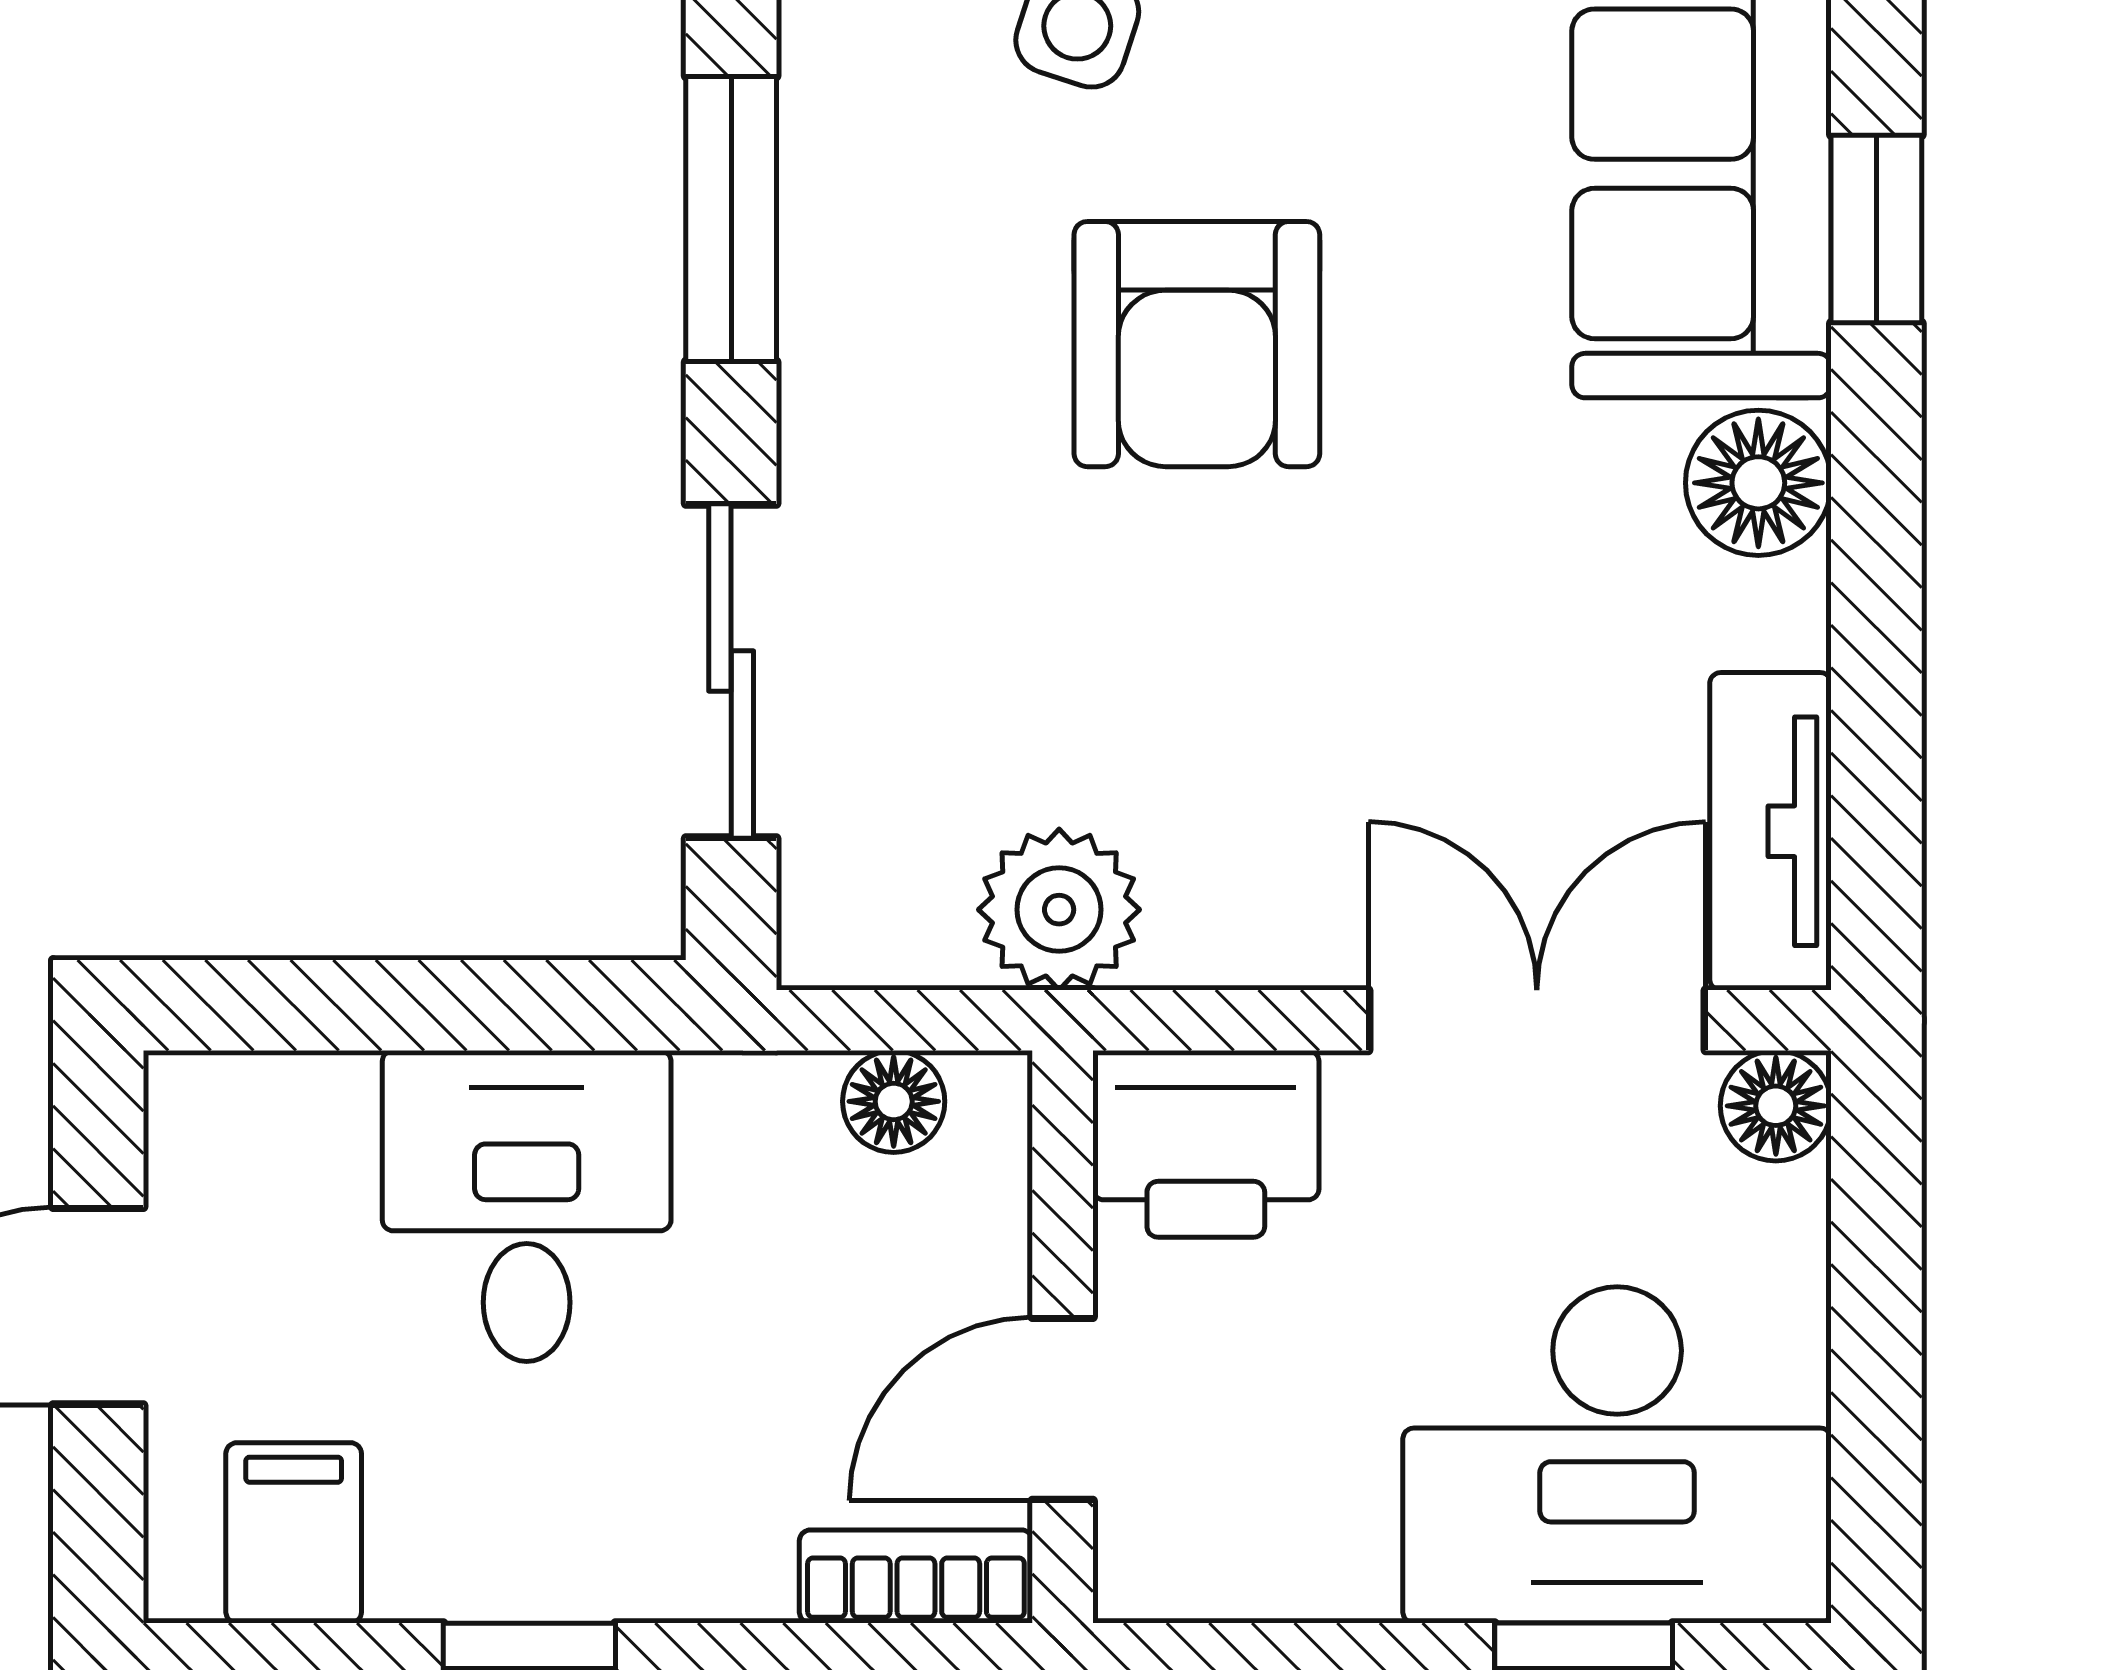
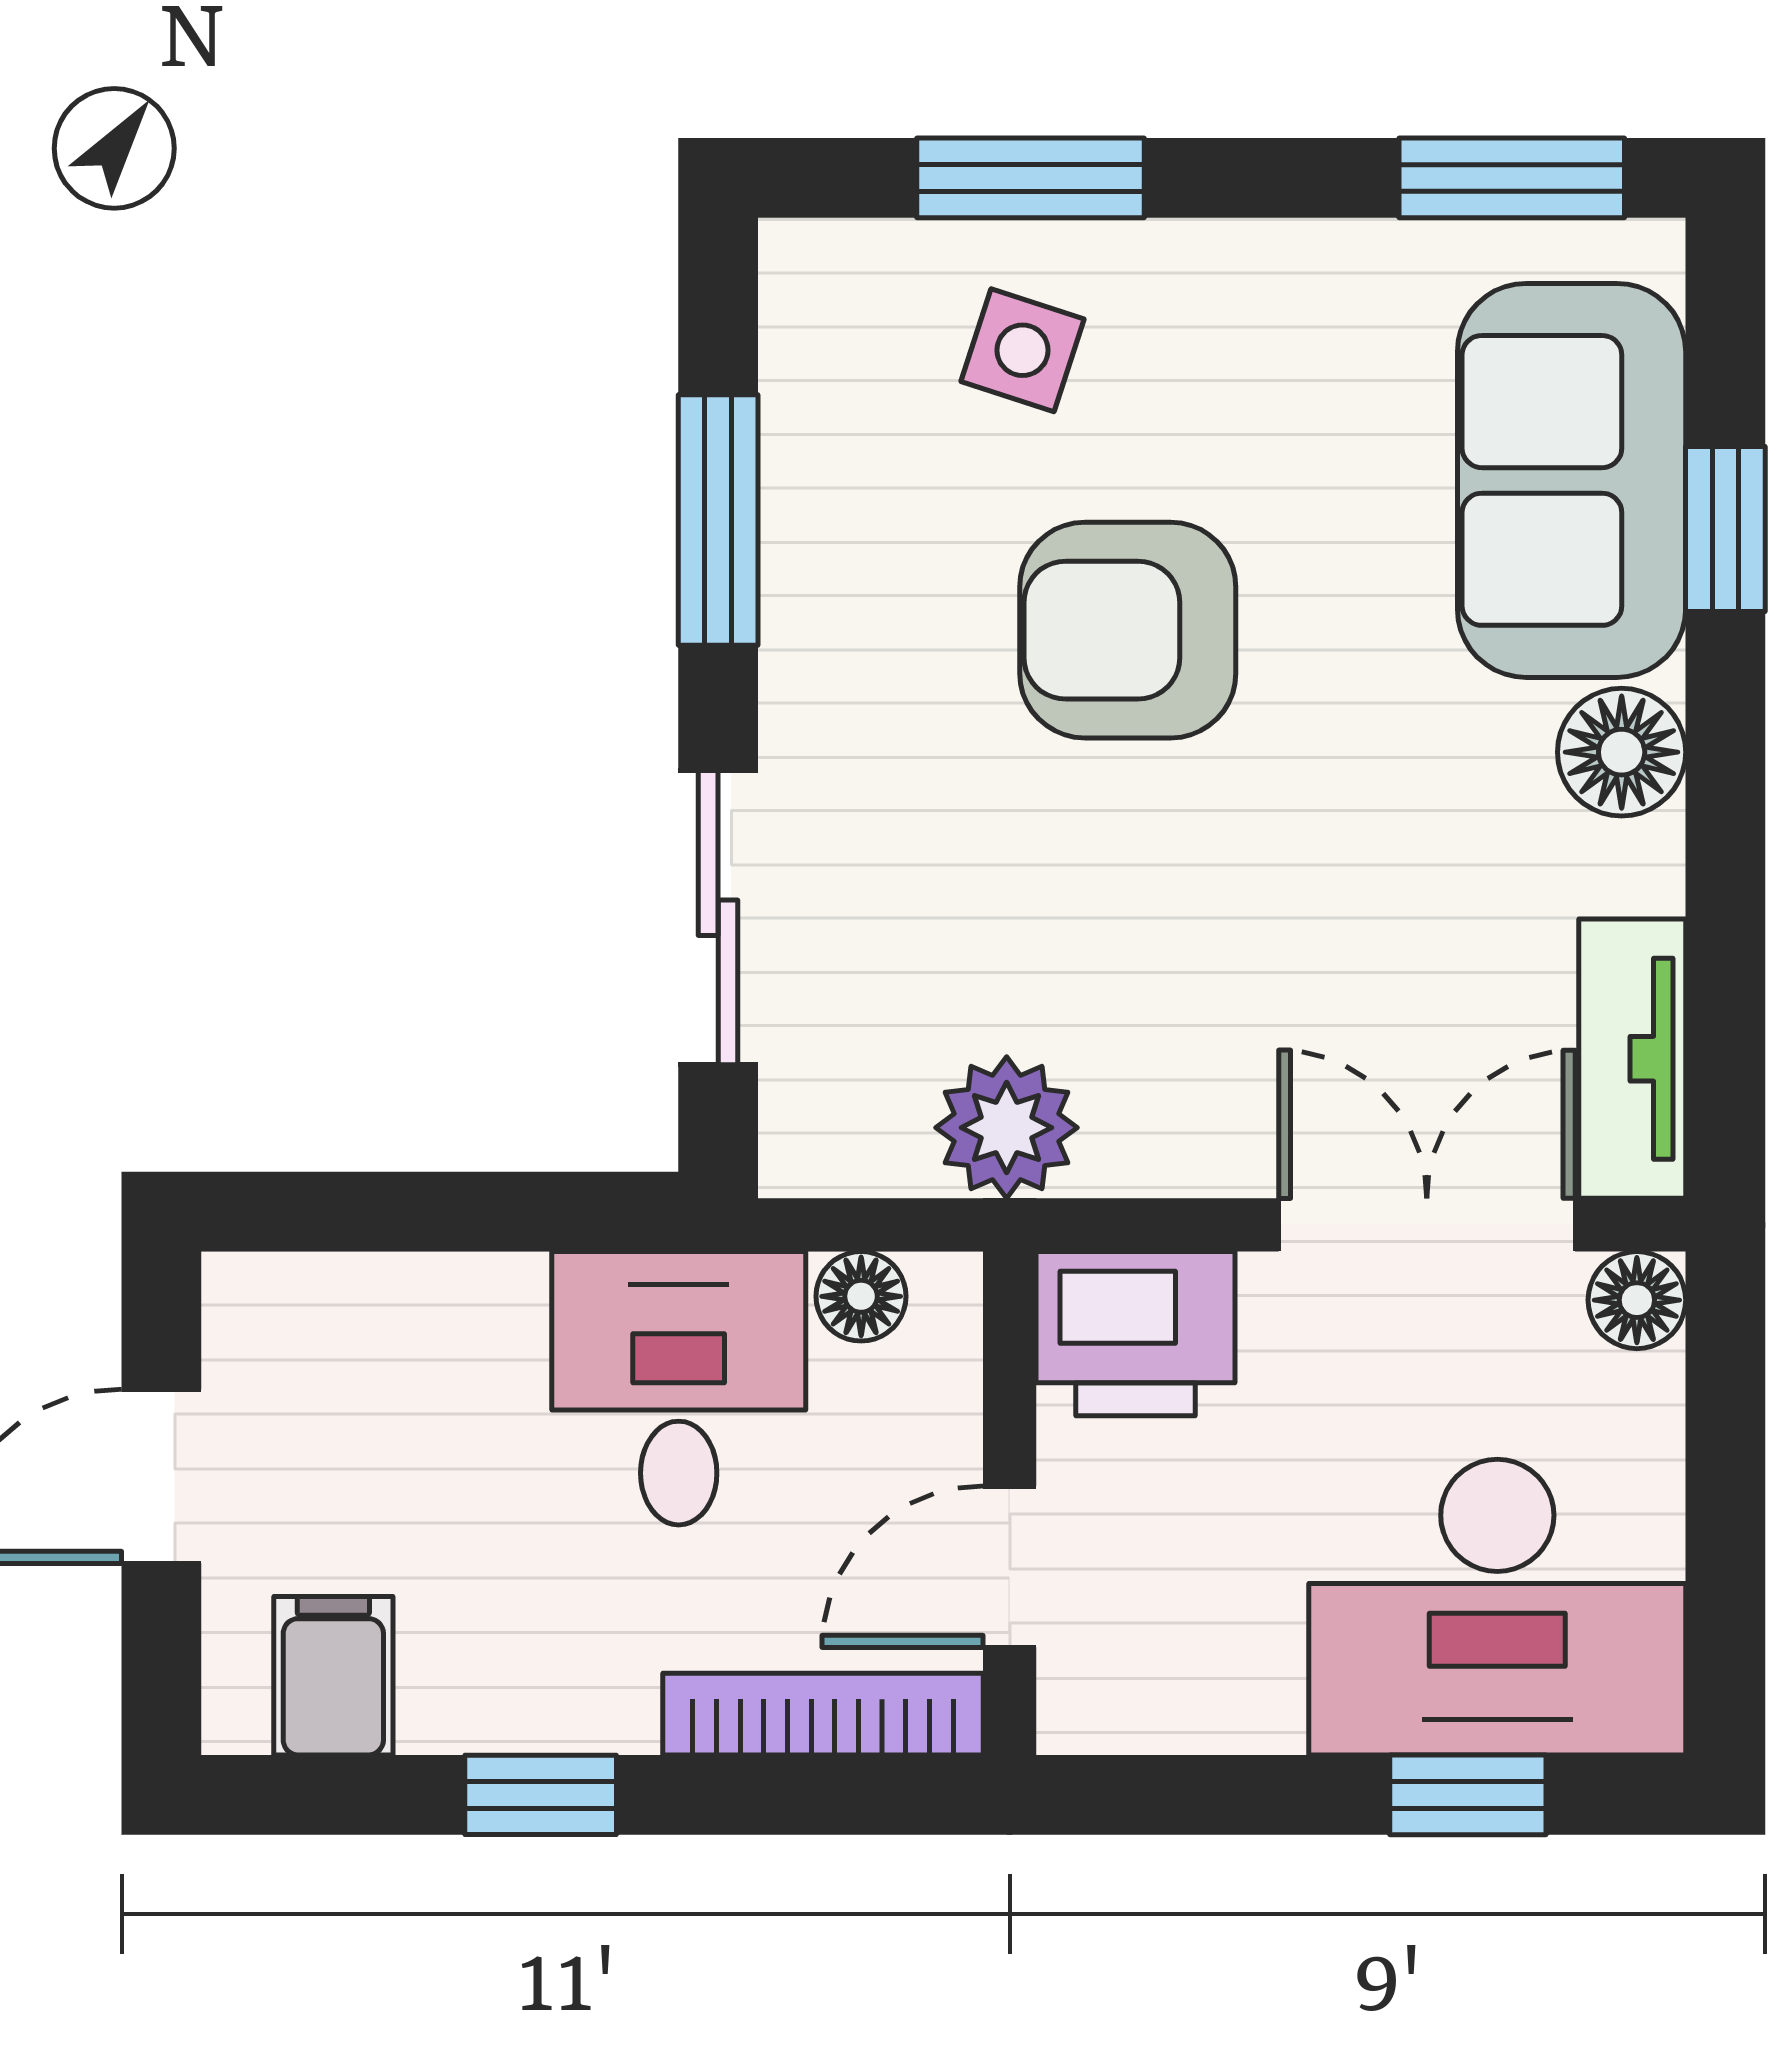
armchair: (1197, 344) -> (1128, 630), turned 90
desk: (527, 1206) -> (679, 1388), moved
bookcase: (916, 1576) -> (823, 1714), width x1.56

